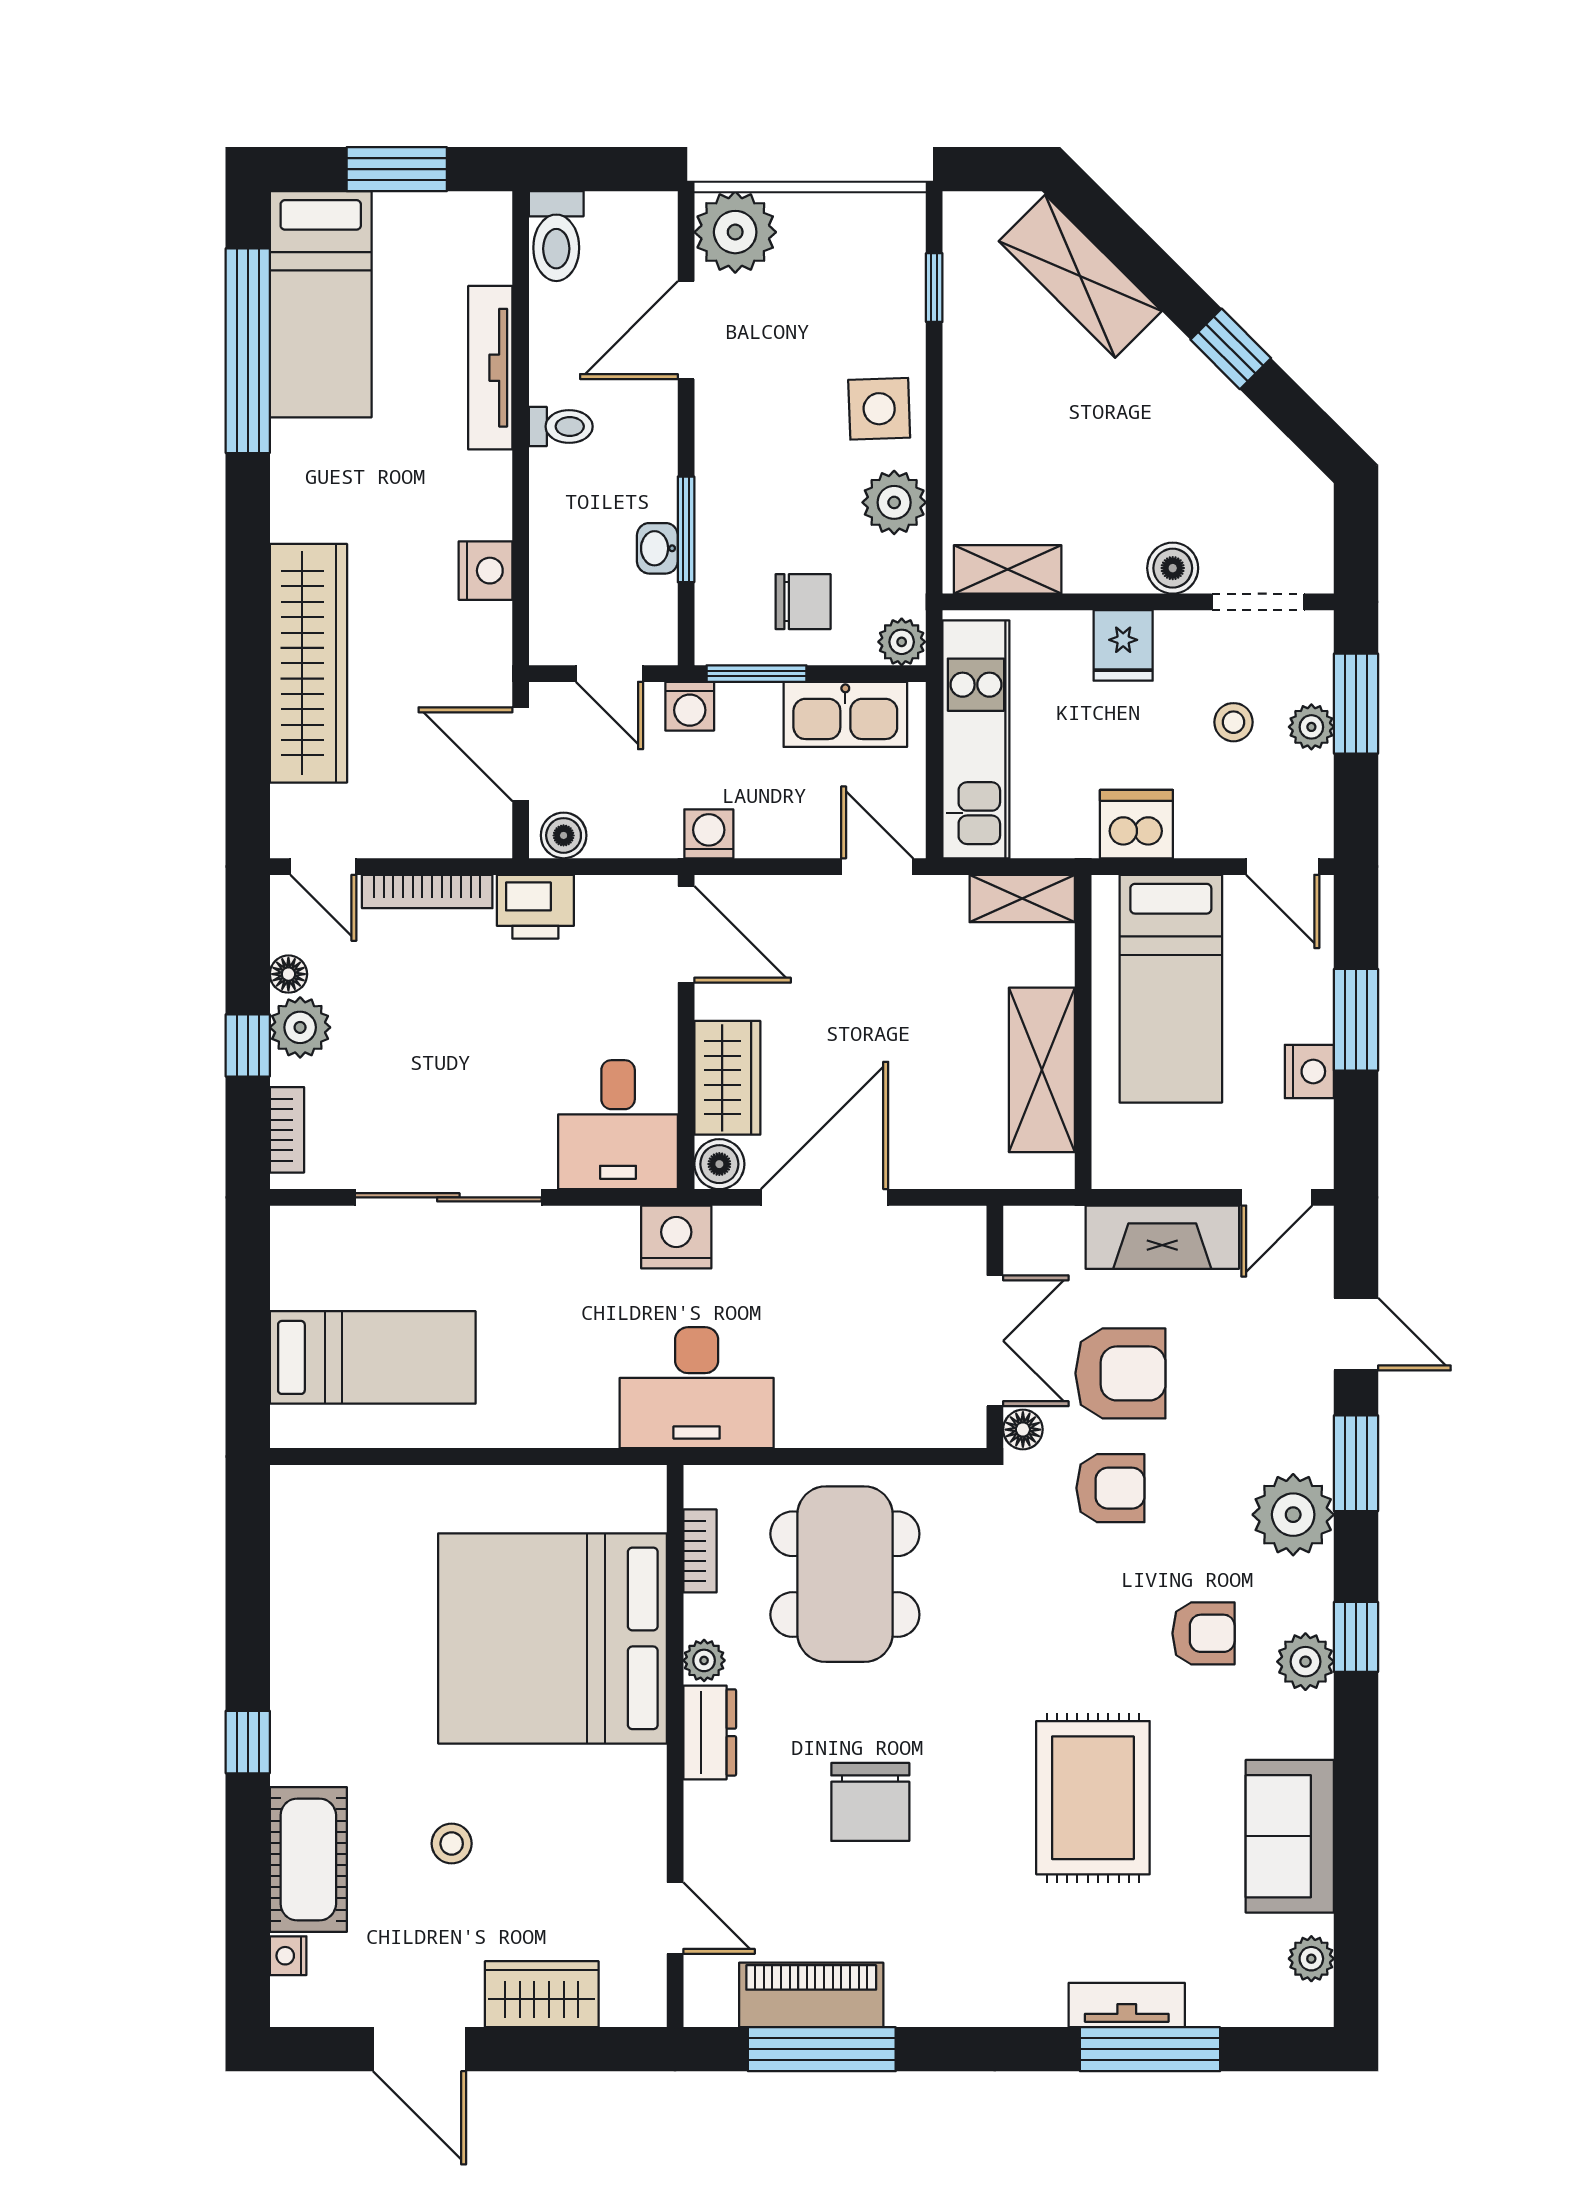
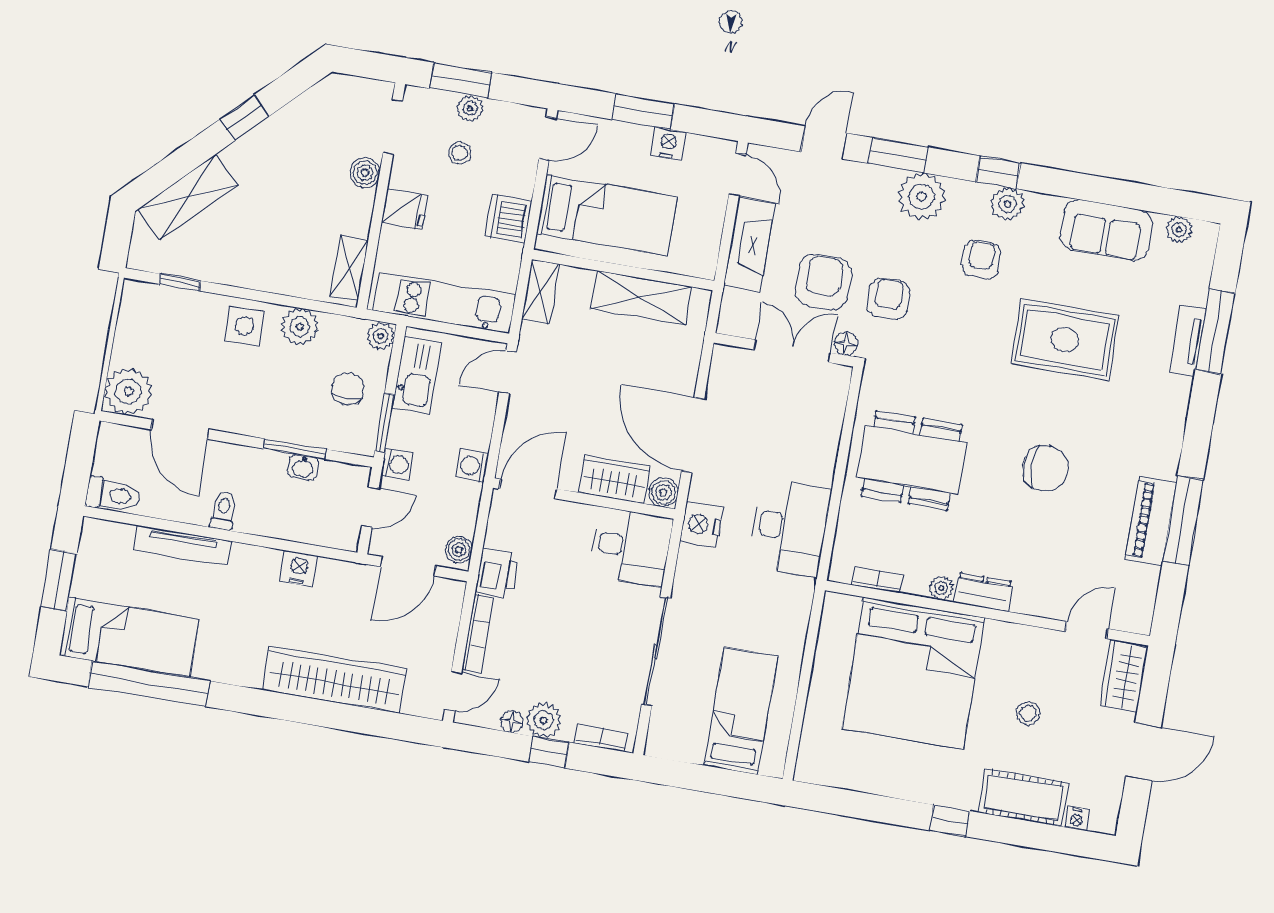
bookcase: (700, 1551) -> (878, 580), moved
bed: (553, 1638) -> (914, 673), moved
plant: (704, 1660) -> (941, 588), moved
dresser: (710, 1732) -> (983, 592), moved
wall: (675, 1746) -> (987, 613), moved
door: (675, 1918) -> (1087, 630), moved

